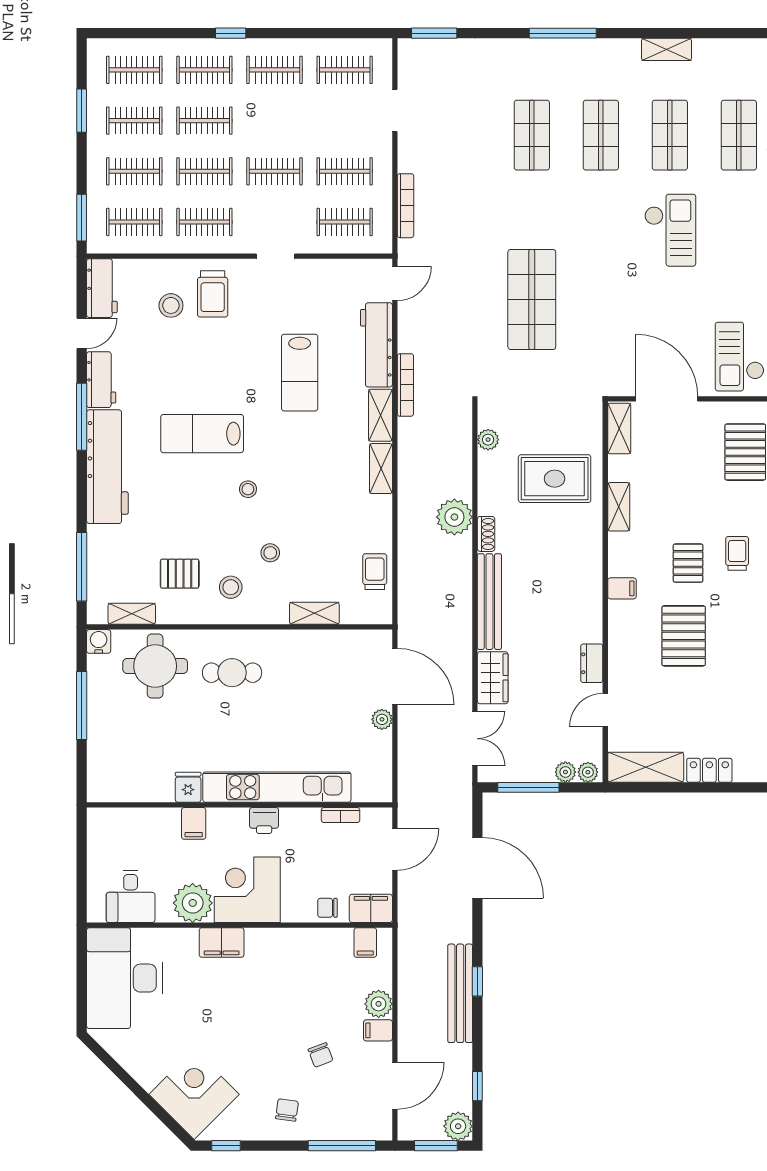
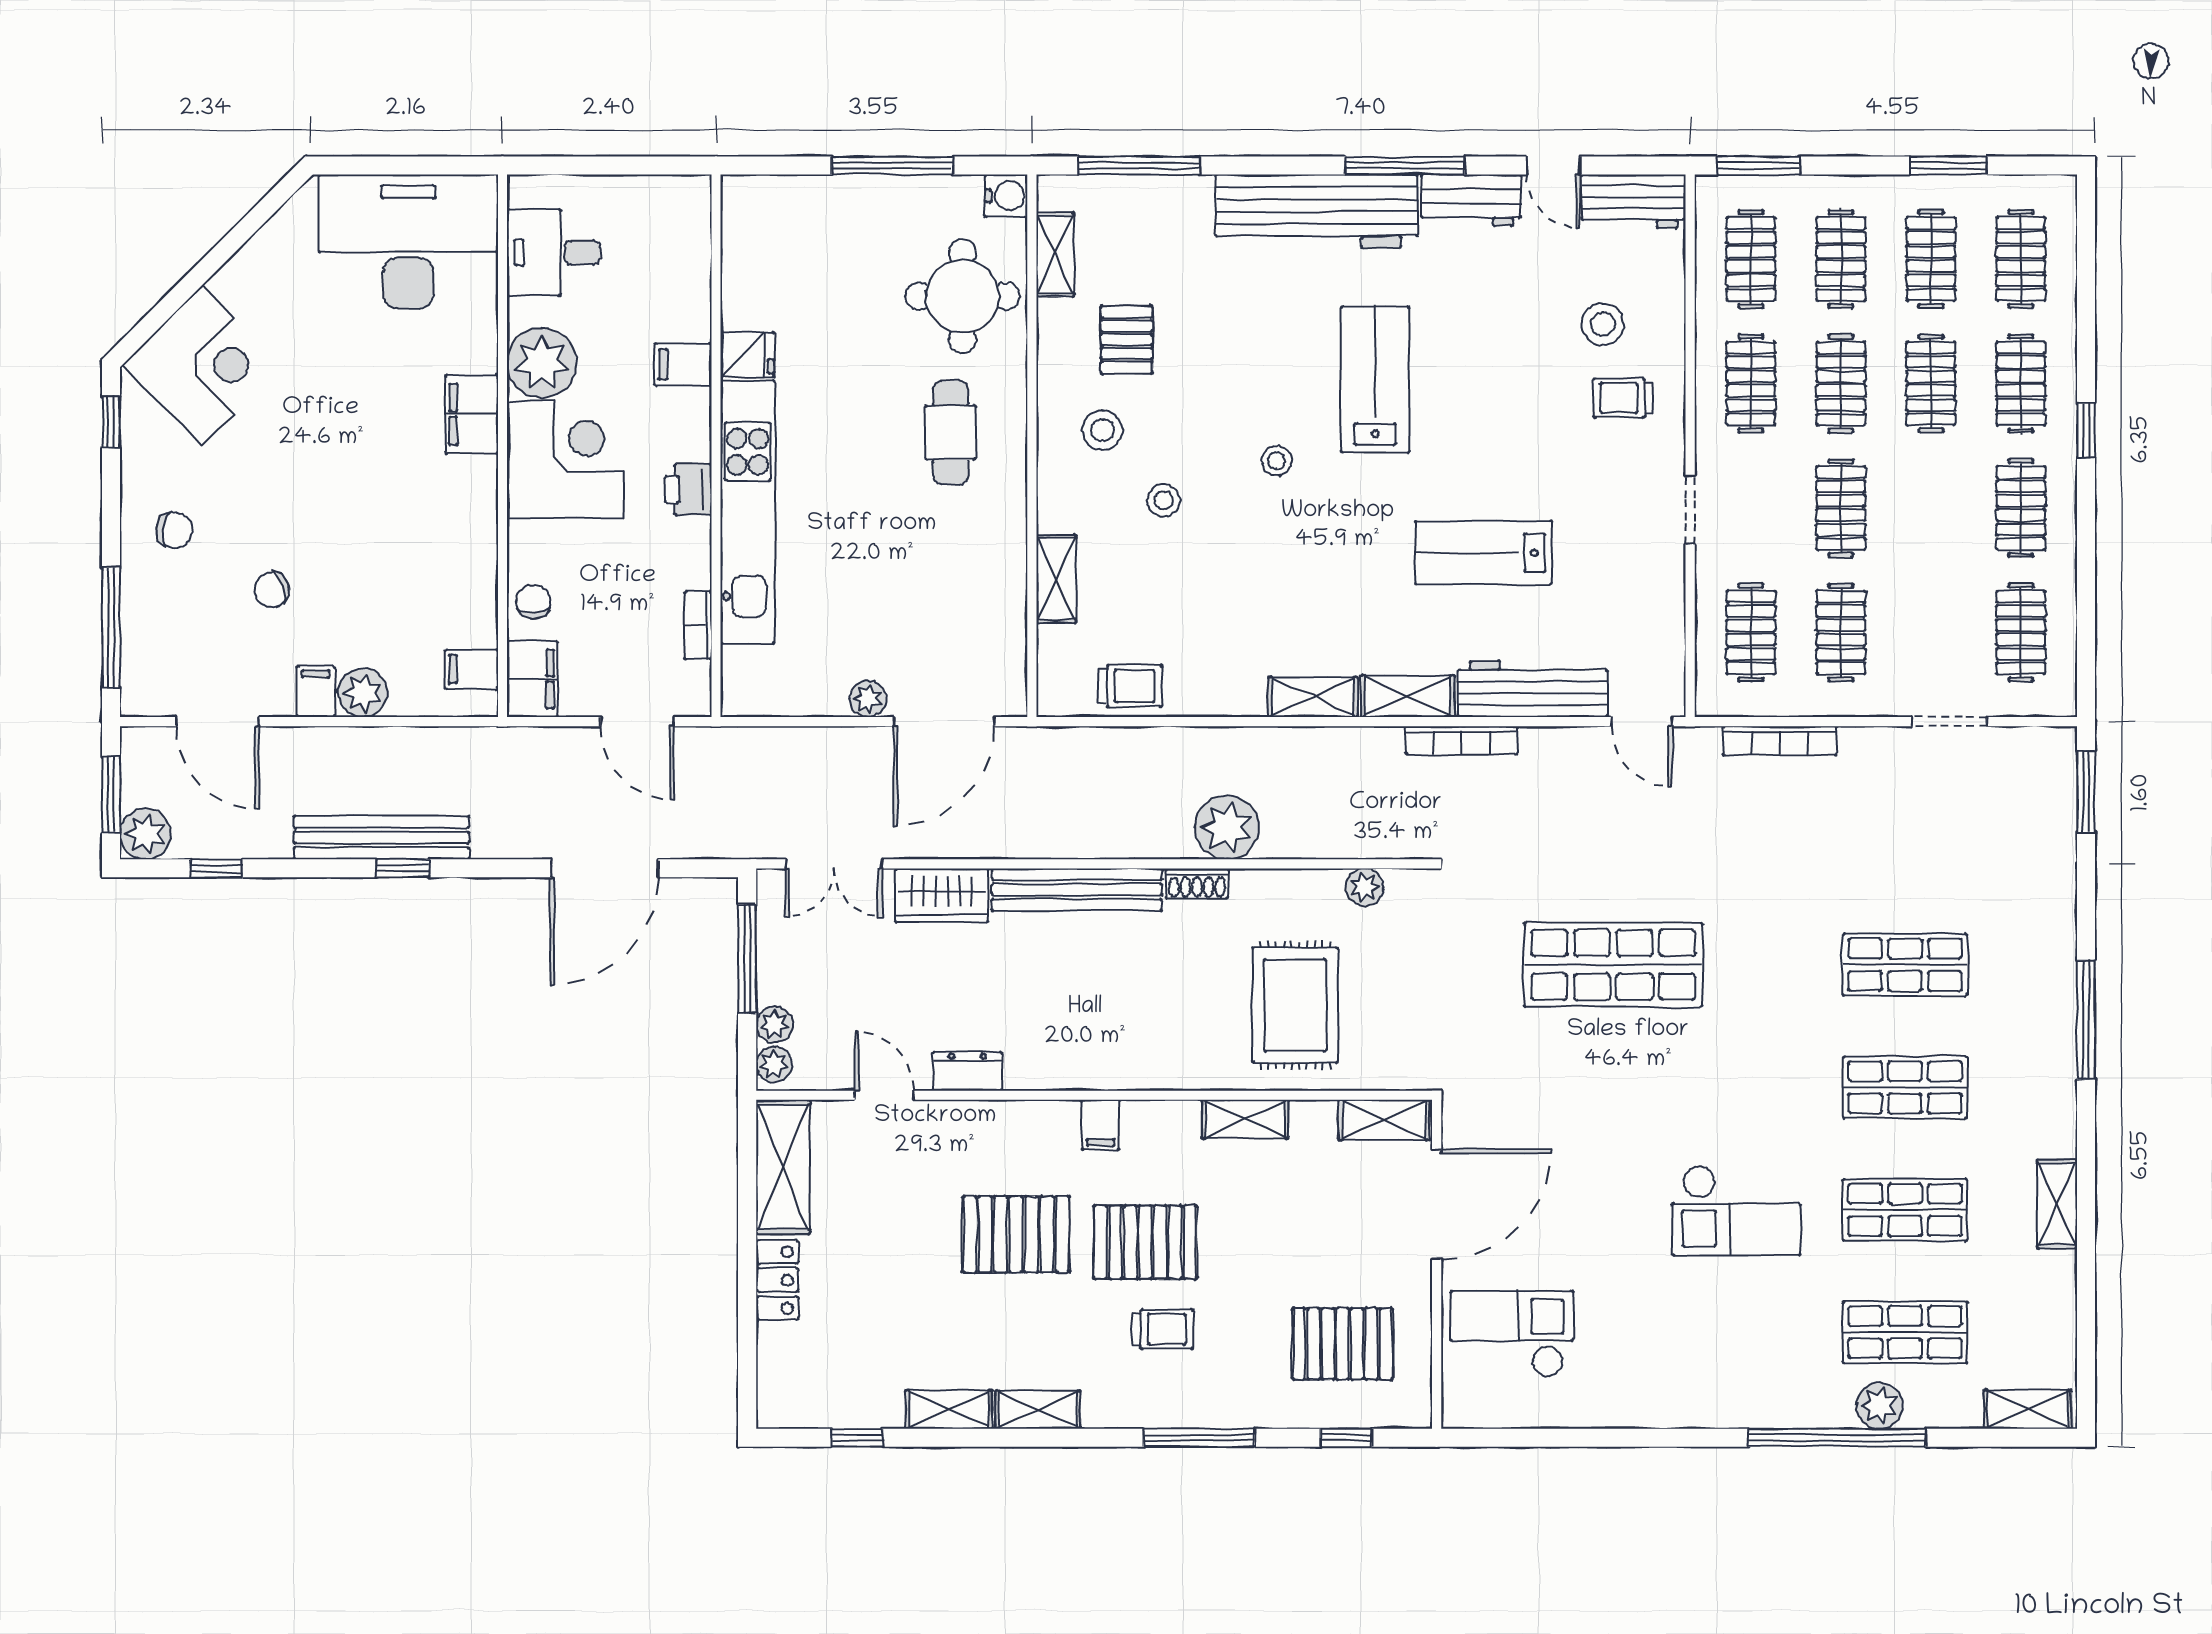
trolley: (213, 294) -> (1623, 398), width x0.73, depth x0.72
pallet: (688, 563) -> (1145, 1242), width x1.50, depth x1.42

